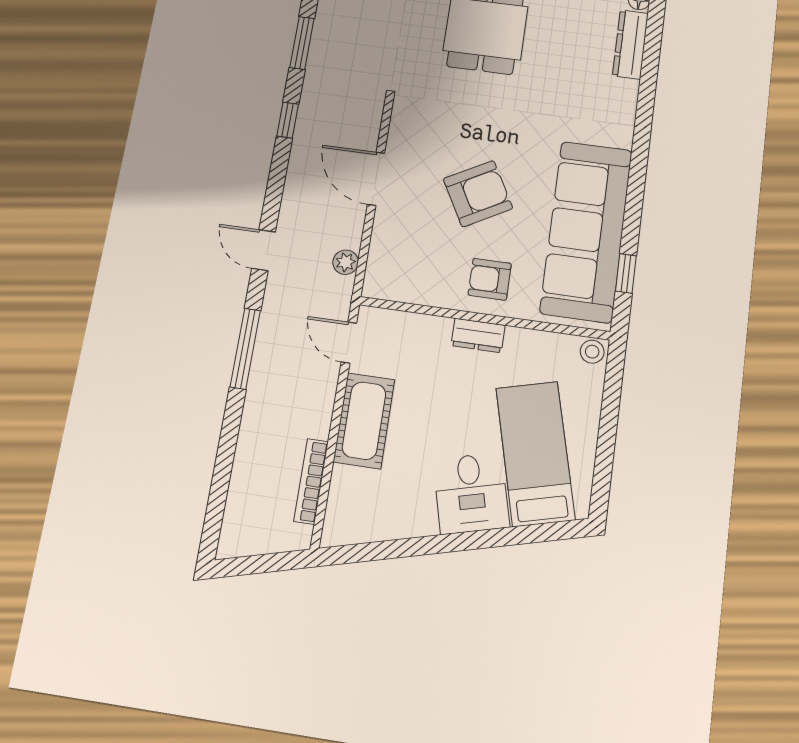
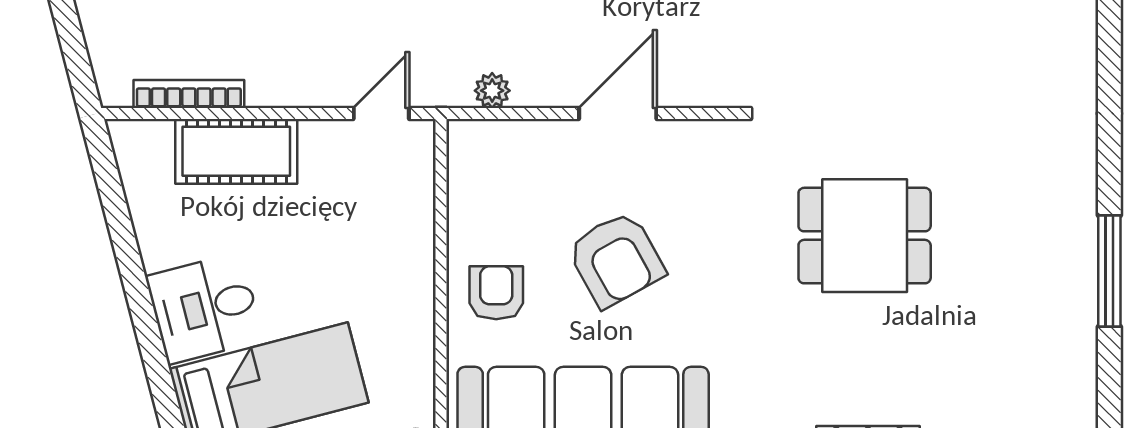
dresser: (478, 335) -> (416, 288), removed
cot: (364, 421) -> (236, 151), moved

